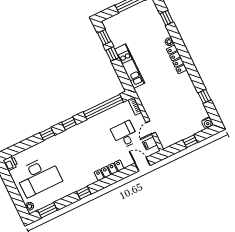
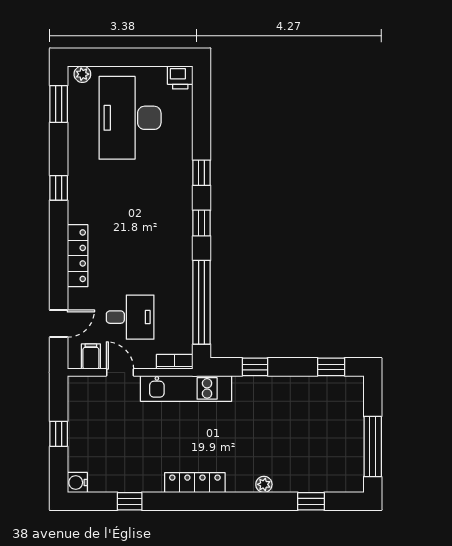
window: (112, 54) -> (255, 367), moved
locker: (177, 59) -> (195, 483), moved
kitchen unit: (130, 66) -> (186, 388), moved

